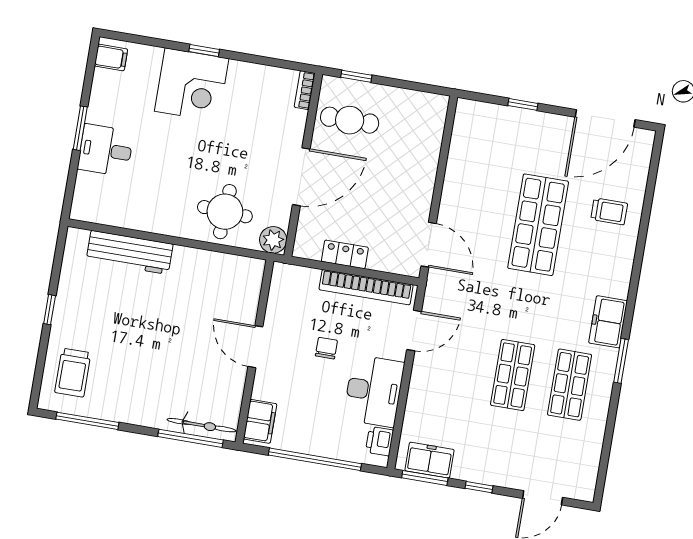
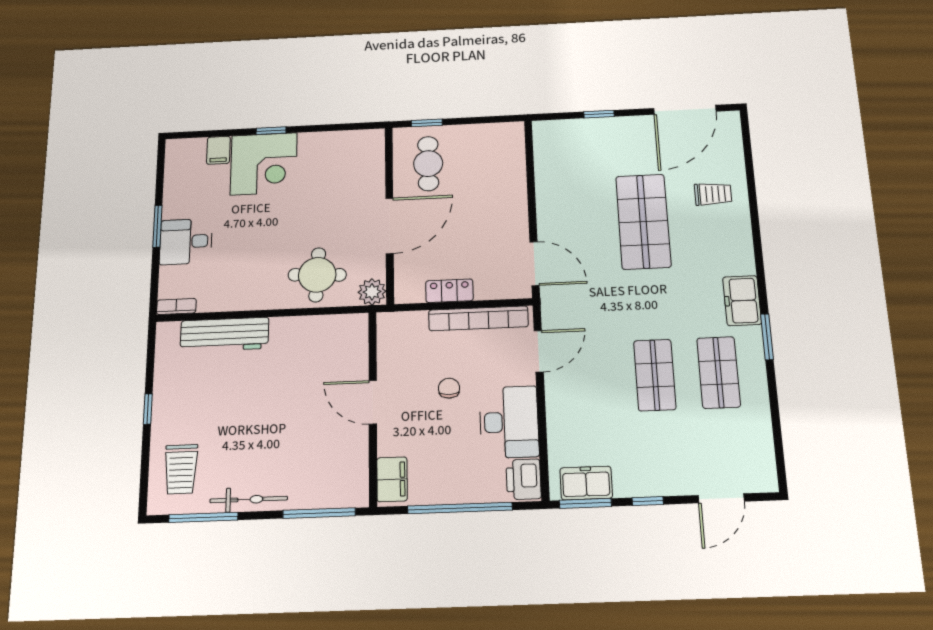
filing cabinet: (111, 58) -> (218, 150), moved, turned 90
bookcase: (305, 90) -> (176, 306), moved, turned 90
cafe table: (350, 120) -> (428, 164), turned 90
bicycle: (202, 425) -> (249, 499), moved
printer: (379, 441) -> (524, 479), width x1.36, depth x1.24

